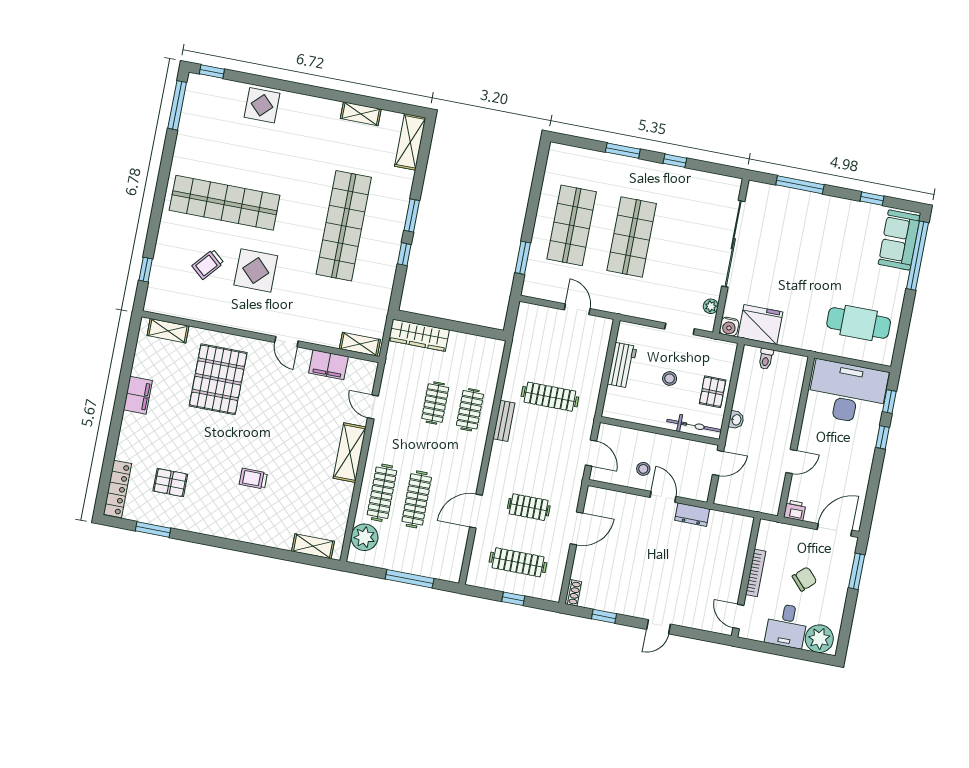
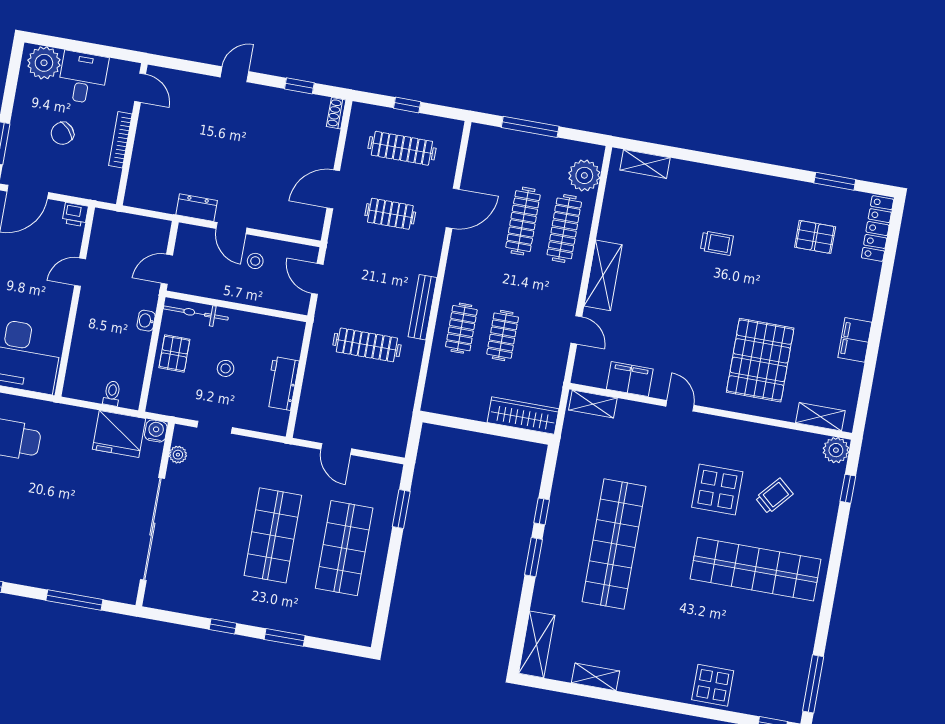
plant: (155, 302) -> (836, 450), added
bench: (504, 421) -> (423, 307), width x1.36

